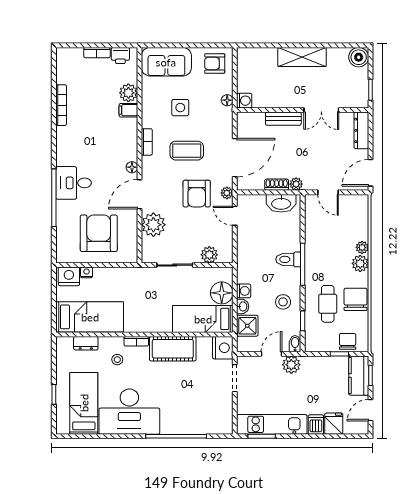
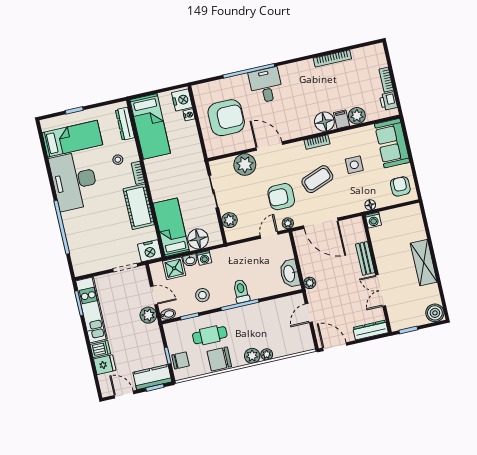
coffee table: (187, 151) -> (317, 179), turned 69
floor lamp: (132, 167) -> (324, 122), moved, width x1.89, depth x1.89
shoe rack: (277, 185) -> (305, 266), removed
chair: (355, 299) -> (219, 359), turned 180
dresser: (86, 343) -> (125, 124), width x1.44

